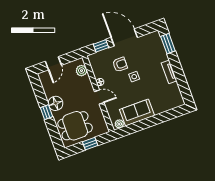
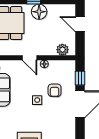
door: (99, 97) -> (30, 58), hinge flipped

